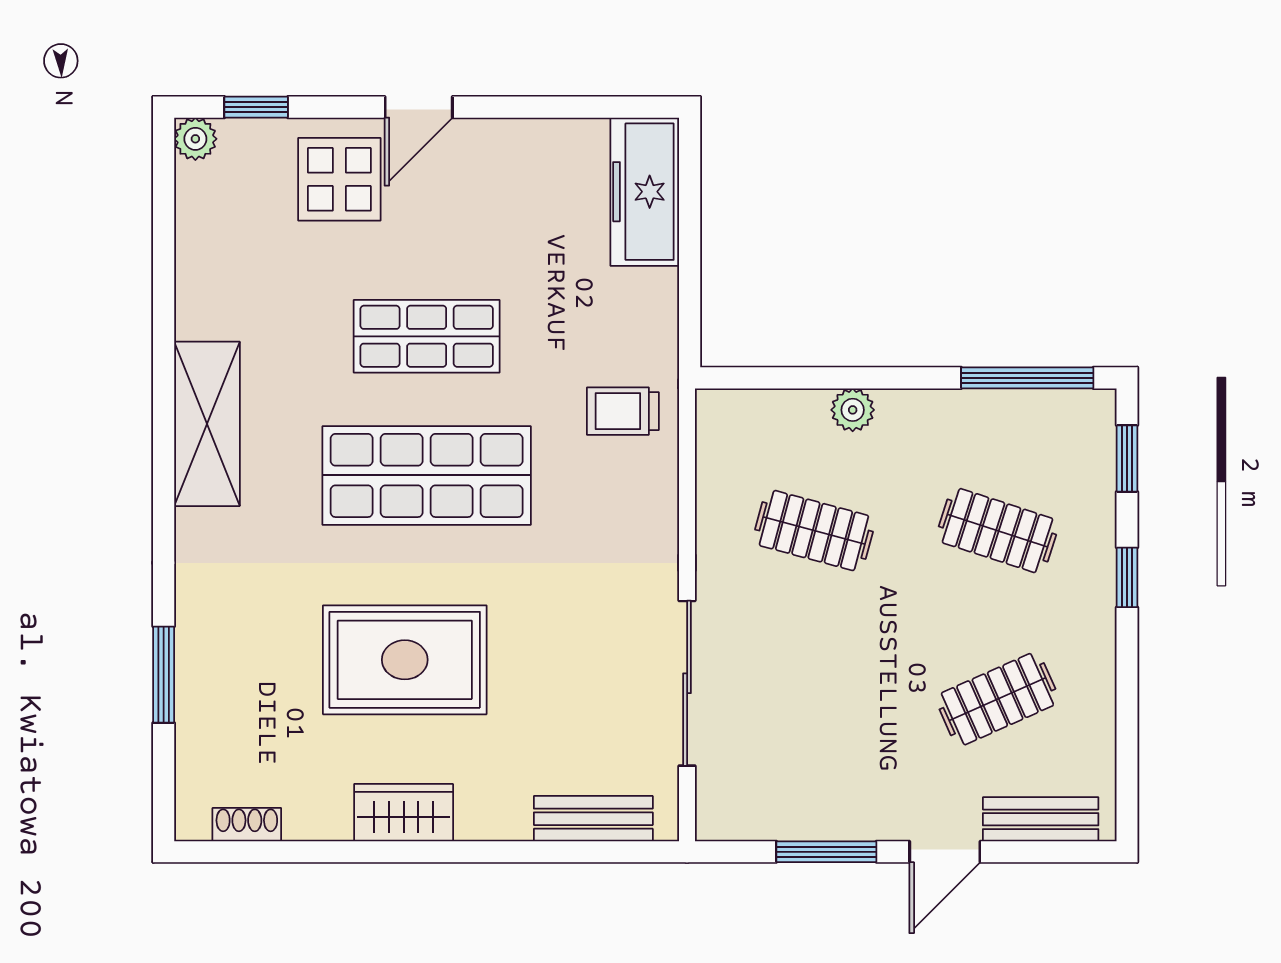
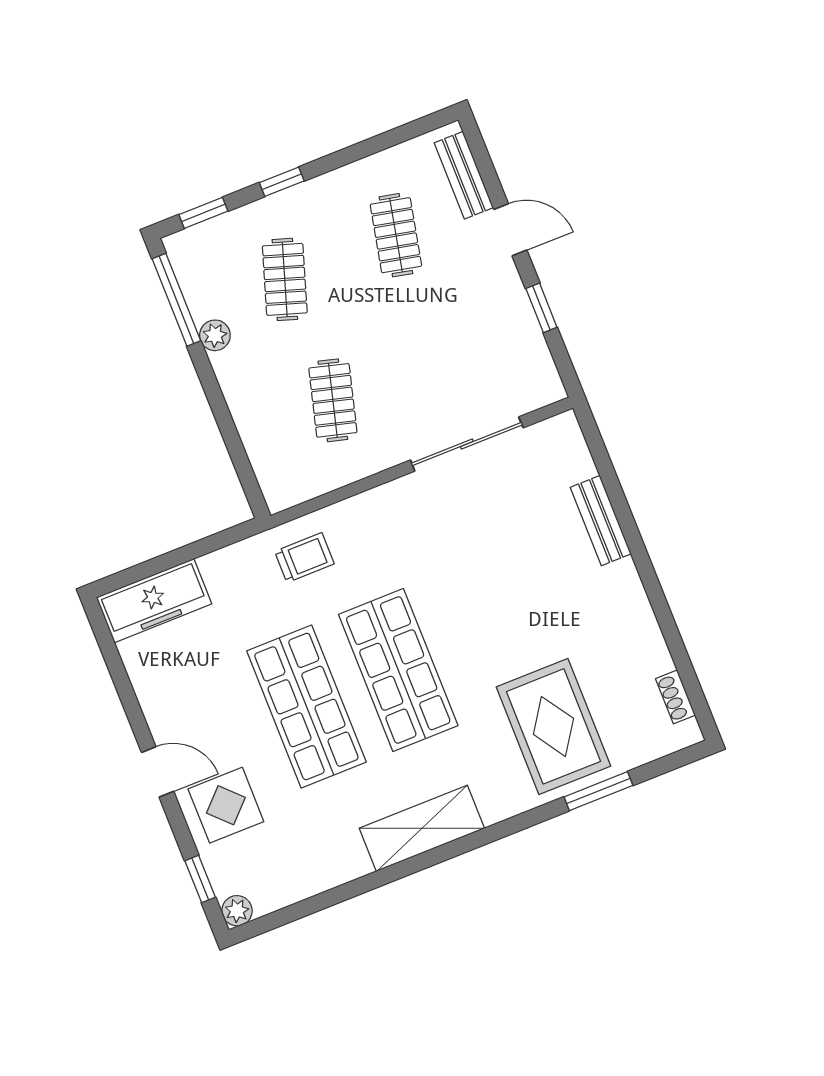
shop shelf: (427, 336) -> (306, 707), width x1.43, depth x1.36
plant: (853, 410) -> (215, 335), moved
trolley: (623, 411) -> (304, 558), turned -90
rug: (405, 660) -> (553, 726), moved
clothes rail: (997, 699) -> (396, 235), turned 36
wardrobe: (404, 813) -> (626, 597), removed
bench: (593, 819) -> (601, 521), moved
window: (826, 852) -> (541, 308), width x0.67

